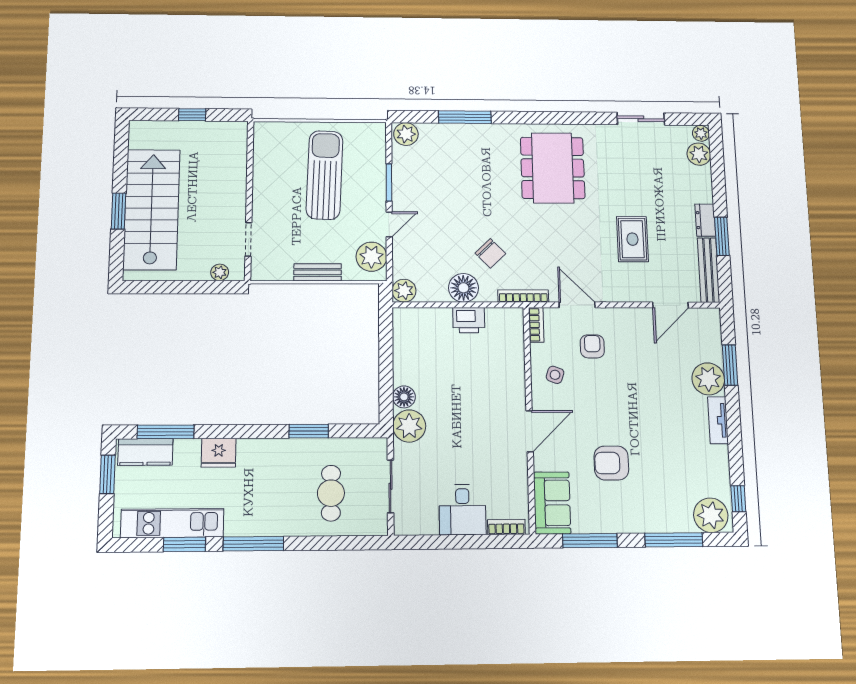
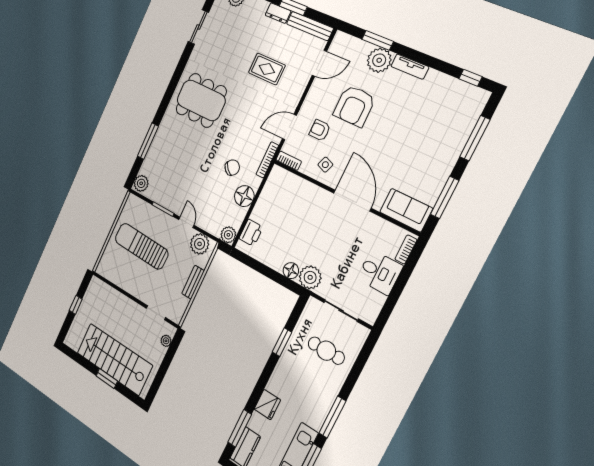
door: (670, 305) -> (319, 63), hinge flipped
printer: (469, 320) -> (251, 233), moved
door: (530, 431) -> (352, 201), width x1.36
armchair: (611, 463) -> (354, 106), moved, width x1.36, depth x1.36
plant: (711, 515) -> (472, 103), removed

